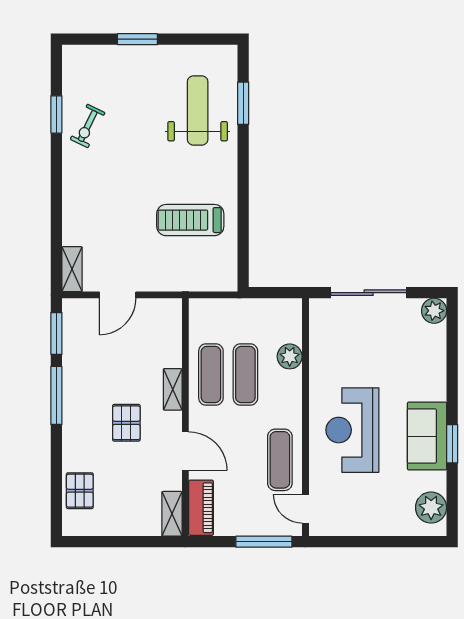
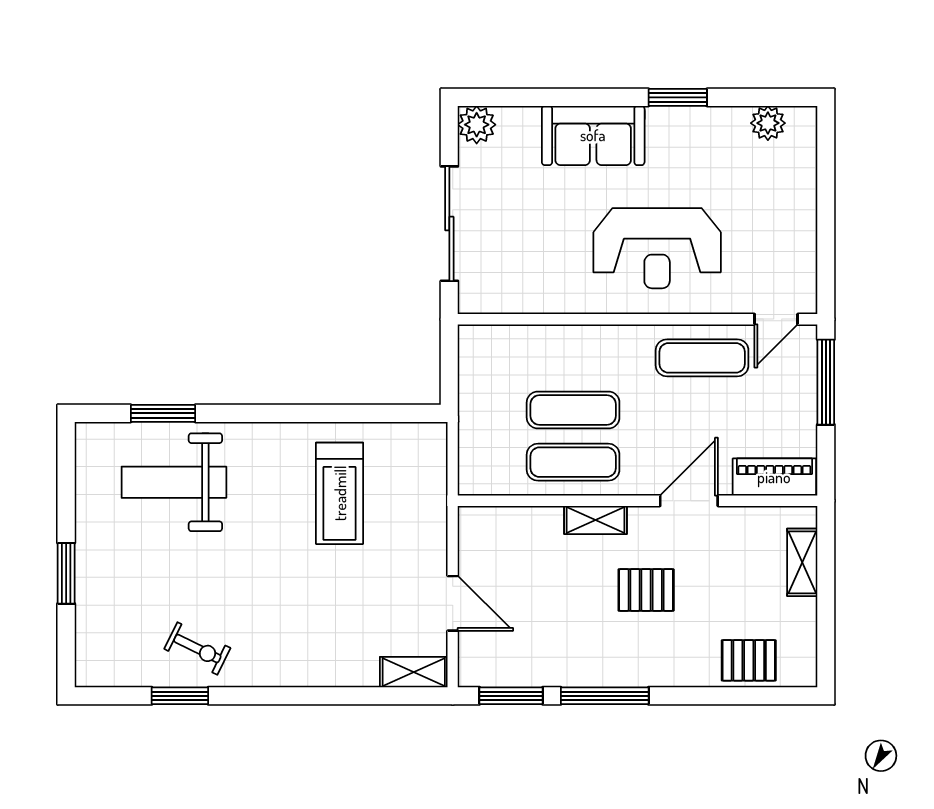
plant: (290, 356) -> (546, 343), removed
sofa: (427, 436) -> (593, 135), moved
plant: (431, 508) -> (768, 123), width x0.73, depth x0.73
shelving: (172, 514) -> (802, 562), moved, turned 90

